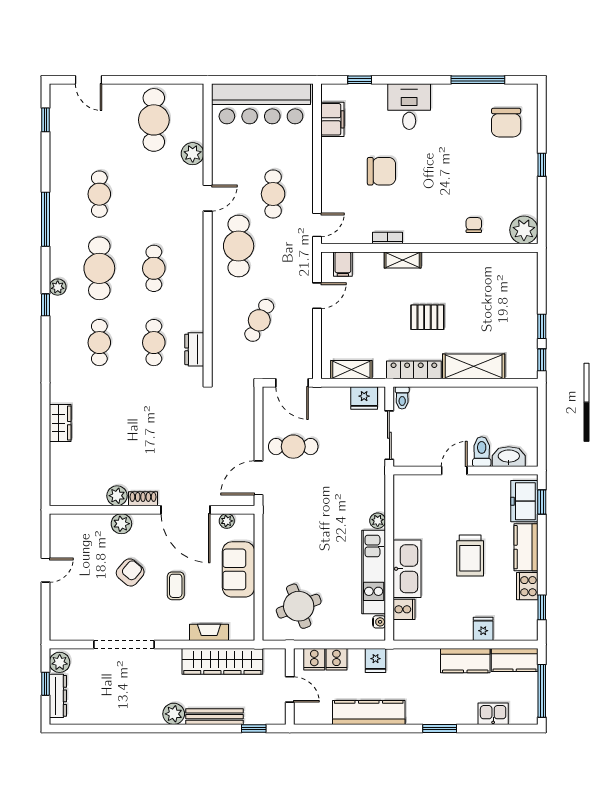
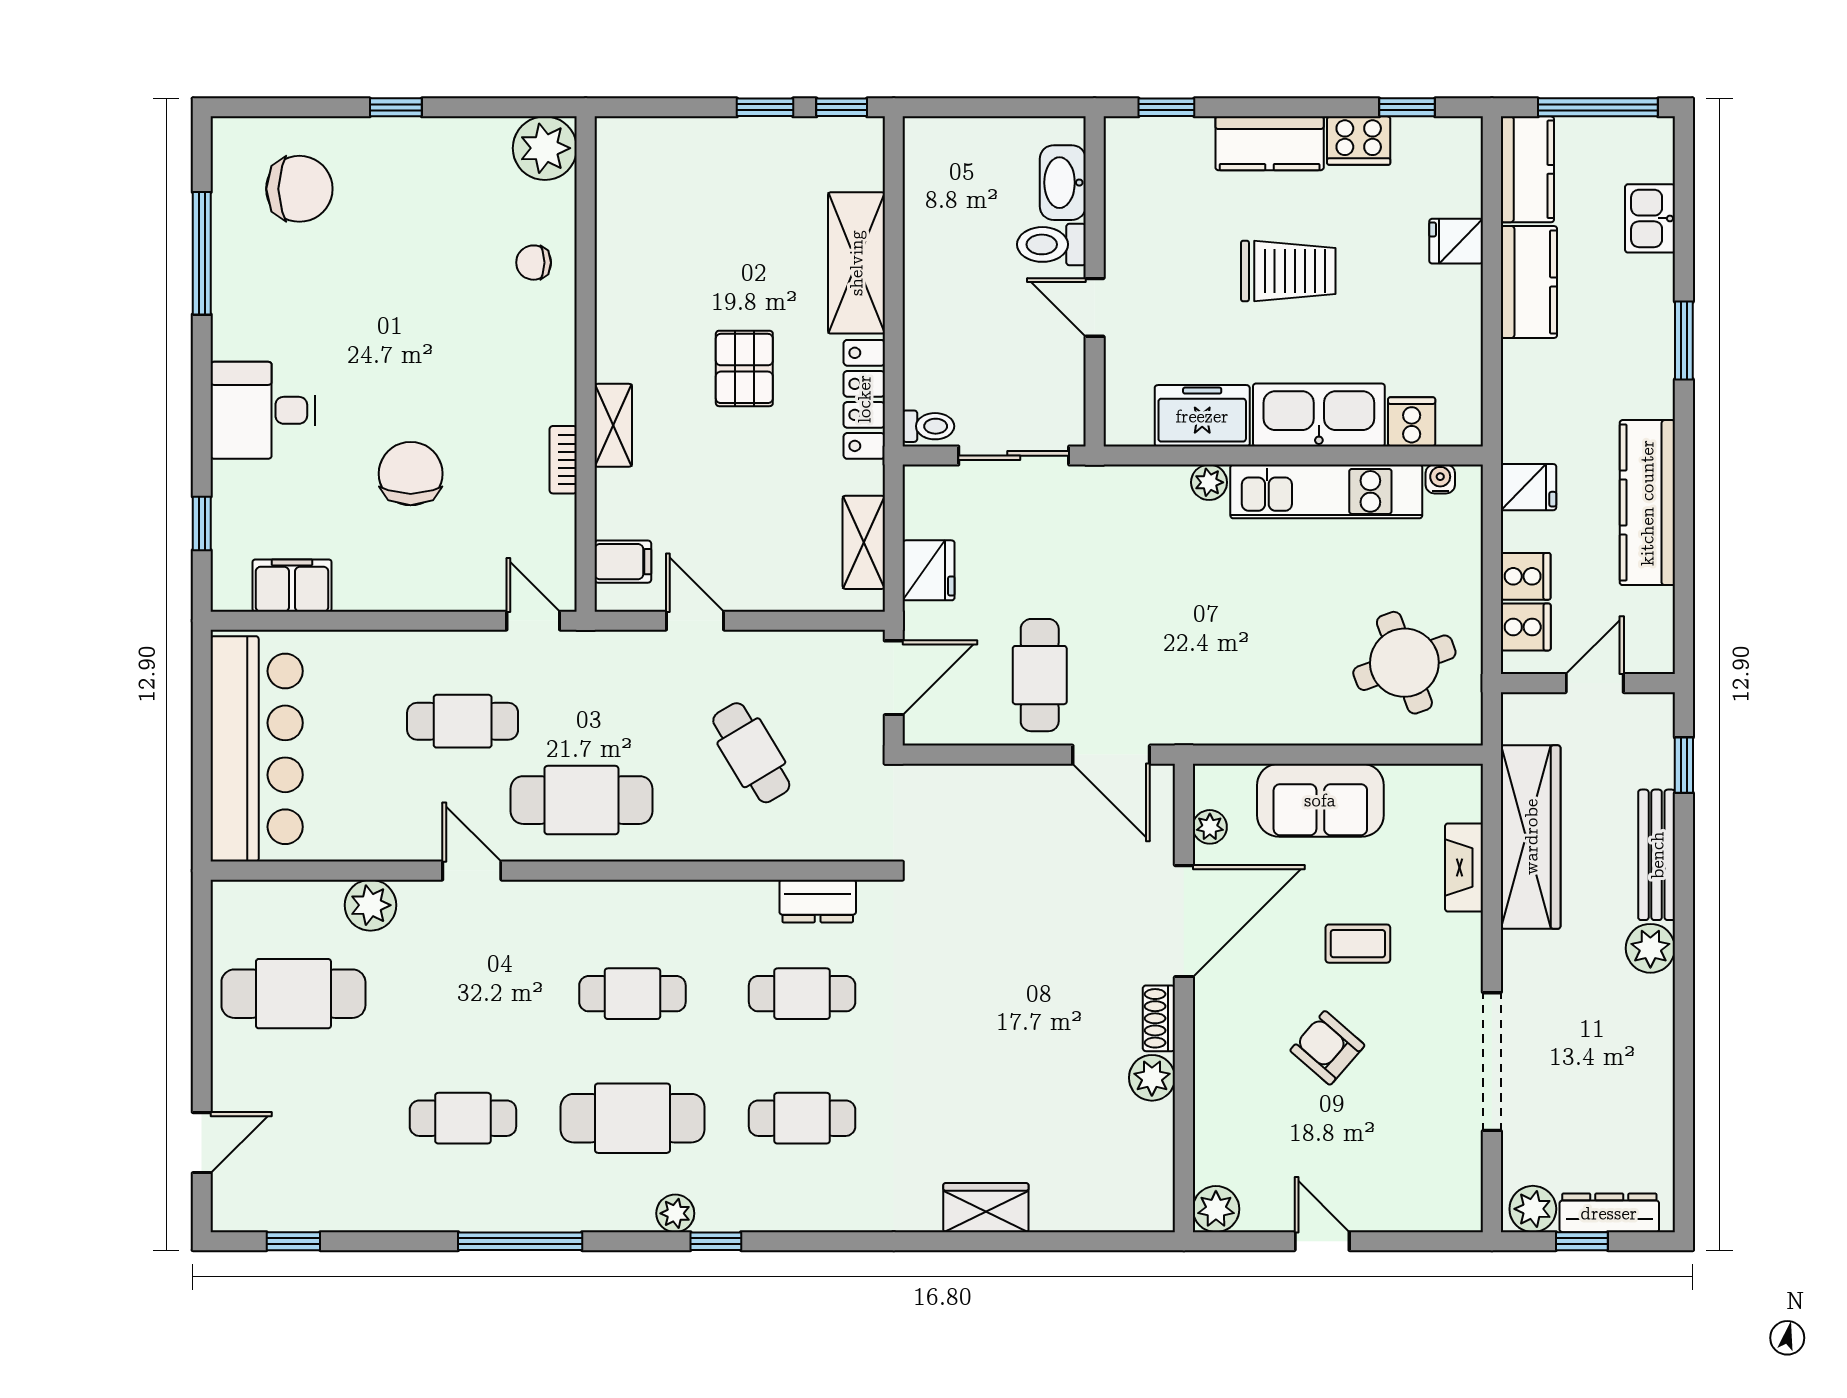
cafe table: (259, 320) -> (751, 753), turned 33
fridge: (364, 398) -> (929, 570), moved
freezer: (524, 501) -> (1202, 416), moved, turned 180
plant: (121, 524) -> (1216, 1209), moved

